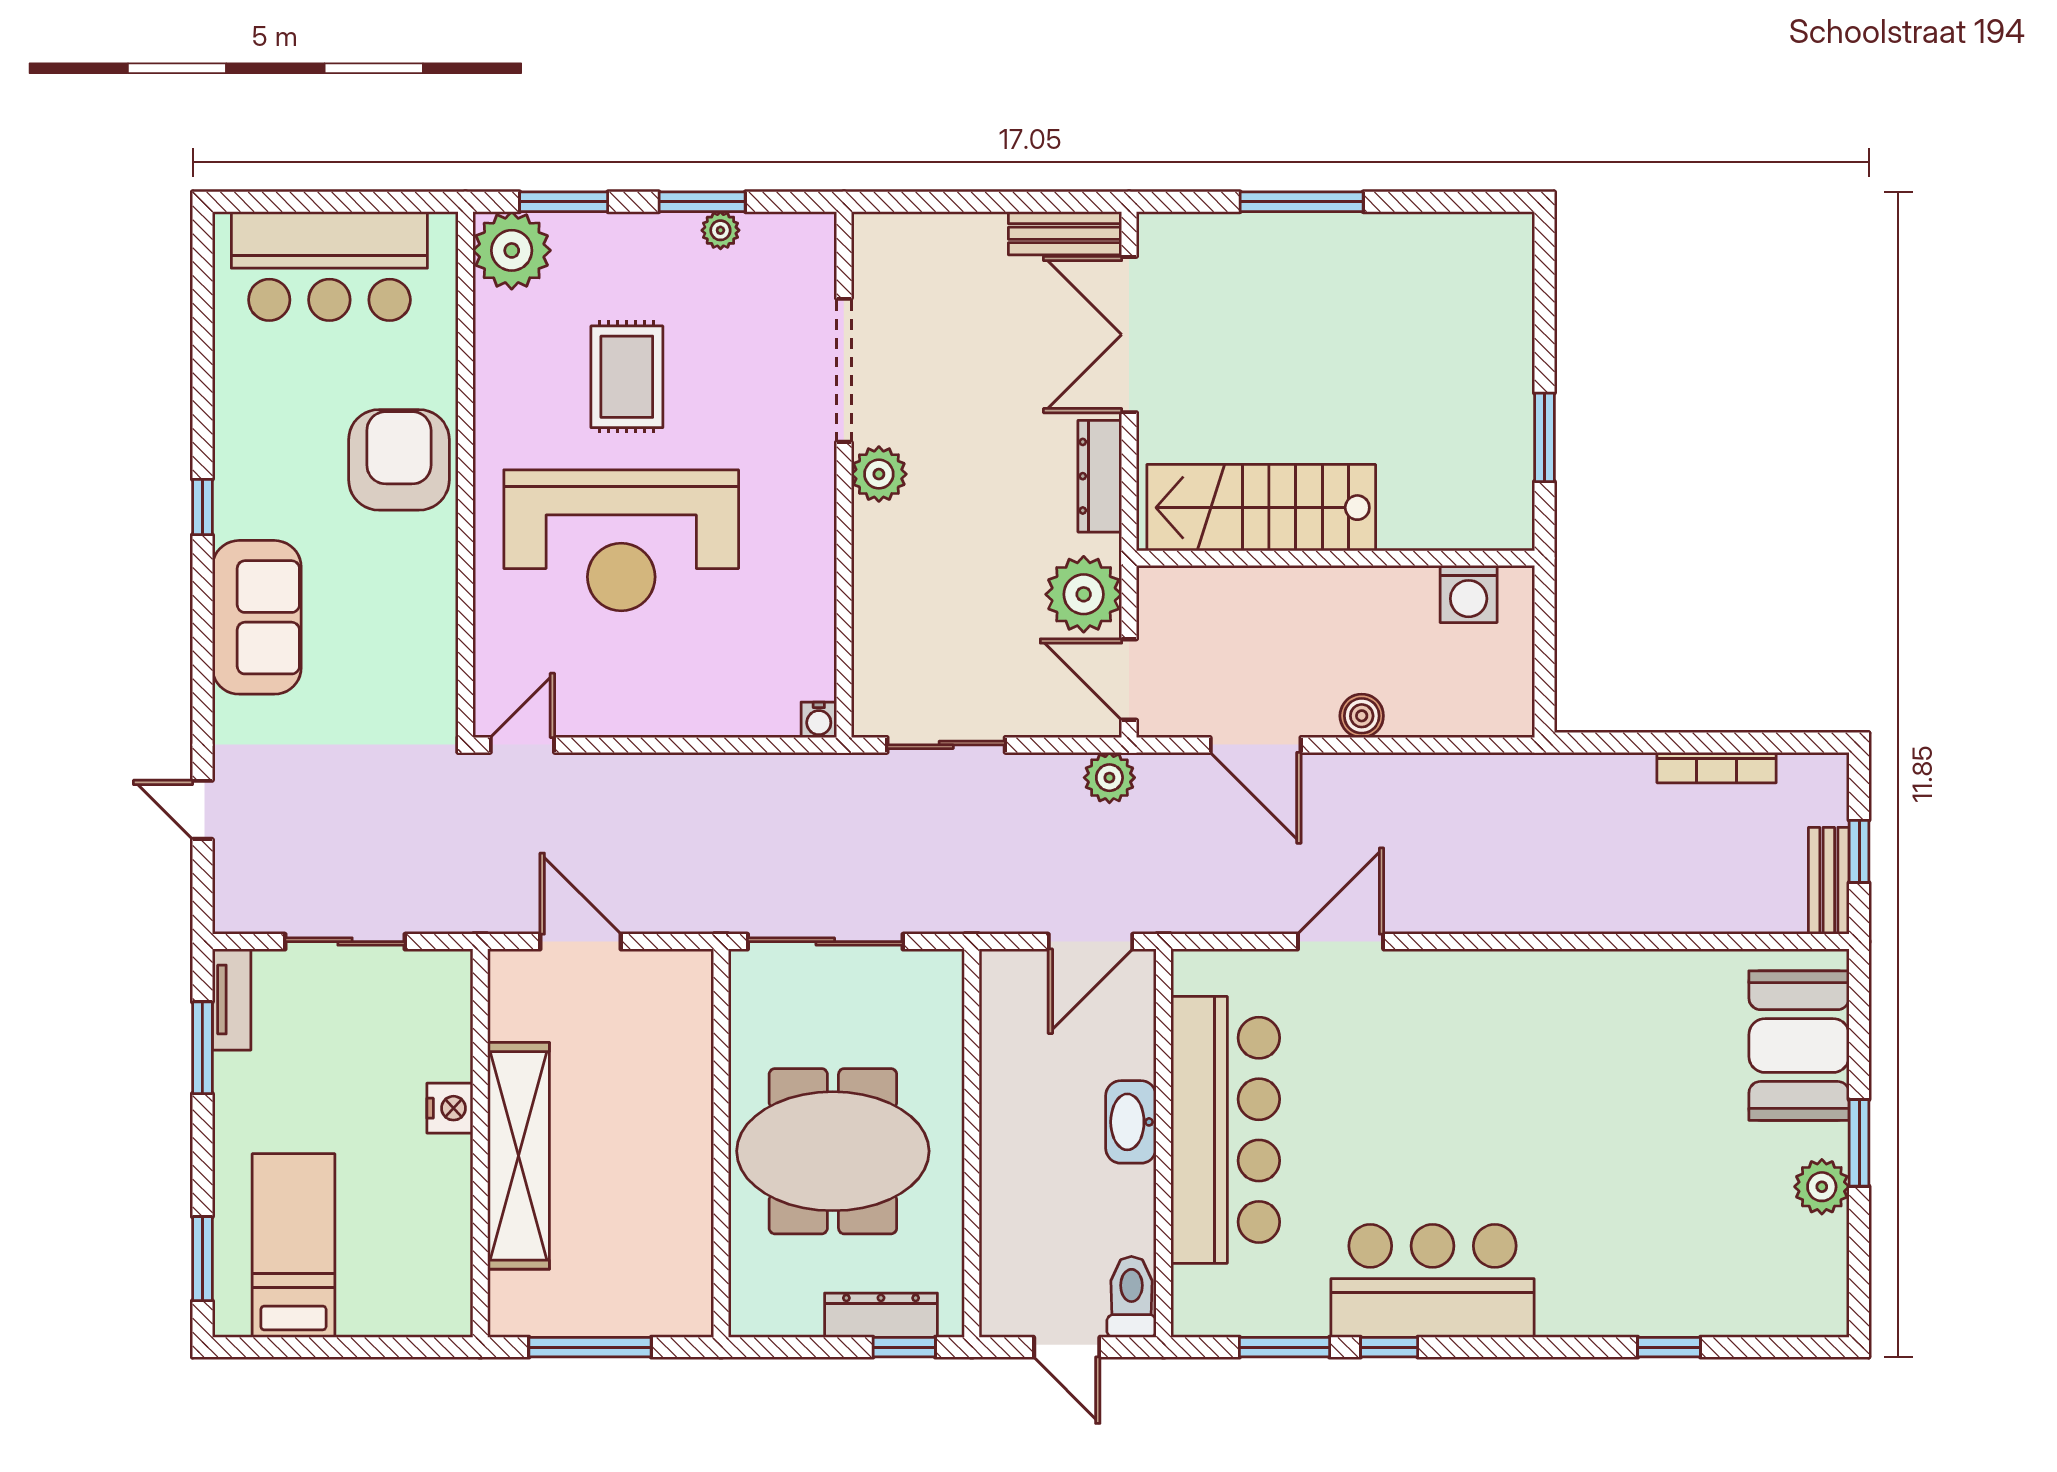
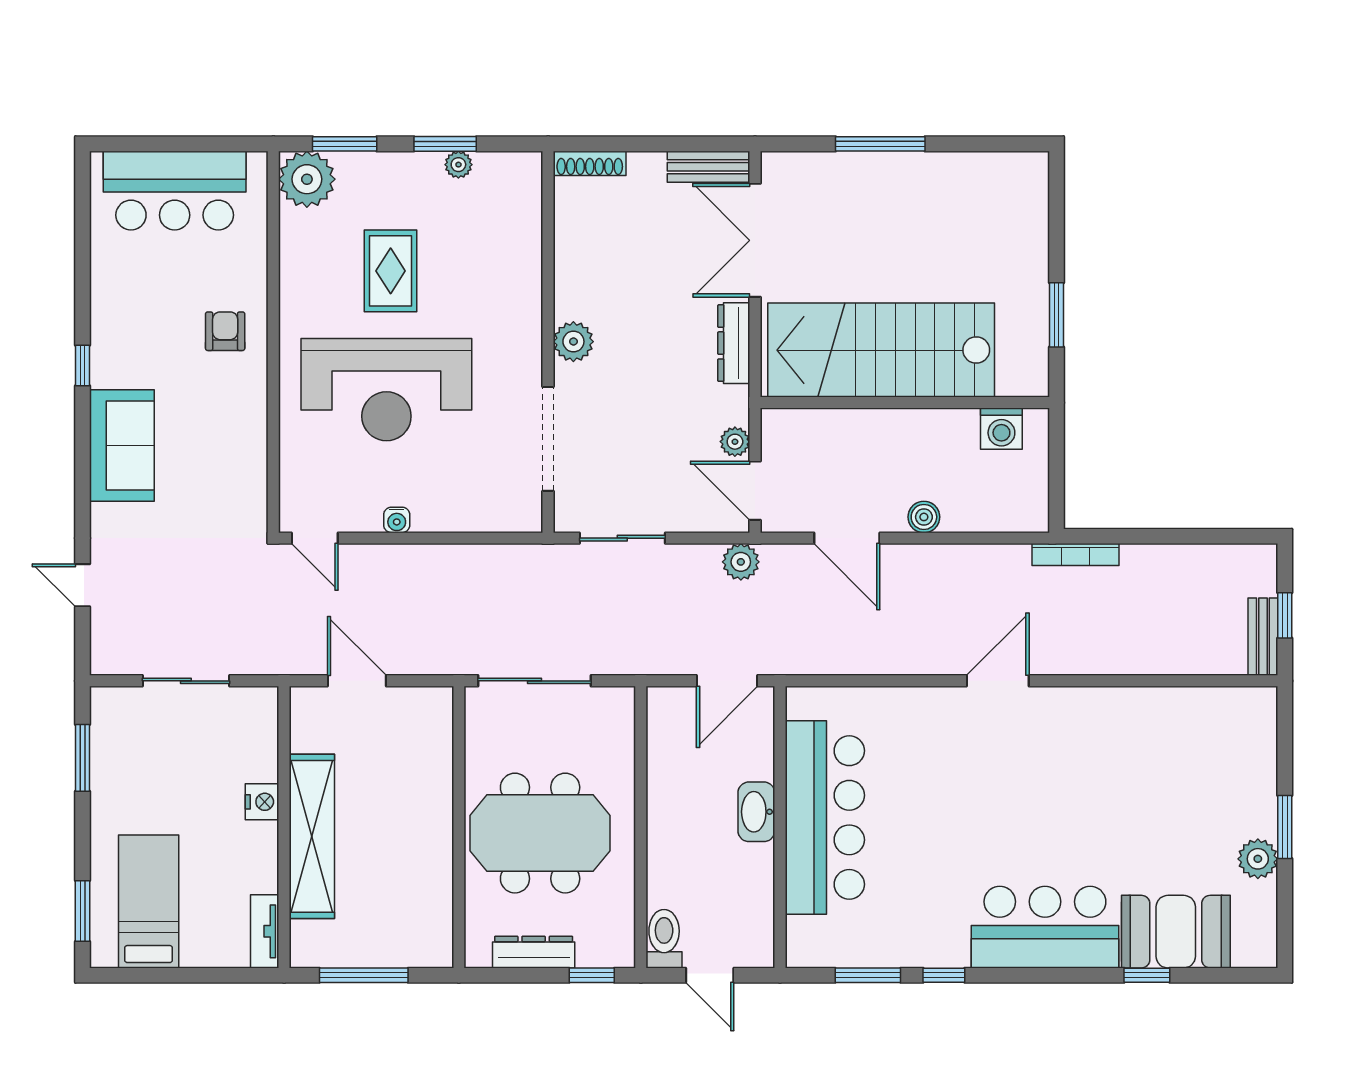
shoe rack: (901, 229) -> (590, 163), added
doorway: (844, 370) -> (548, 439), moved
armchair: (399, 460) -> (225, 331), width x0.53, depth x0.53
stairs: (1261, 508) -> (881, 350), width x1.36, depth x1.51
plant: (1084, 594) -> (735, 442), width x0.53, depth x0.53
water cooler: (819, 720) -> (397, 520), moved
door: (522, 745) -> (315, 538), swing flipped
bookcase: (1717, 768) -> (1075, 555), moved
door: (1341, 942) -> (998, 681), moved
tv unit: (232, 1000) -> (265, 931), moved, turned 180
booth: (1799, 1046) -> (1176, 932), moved, turned 90
bar counter: (1433, 1281) -> (1045, 927), moved
toilet: (1131, 1297) -> (664, 939), moved
dresser: (881, 1315) -> (534, 952), moved

